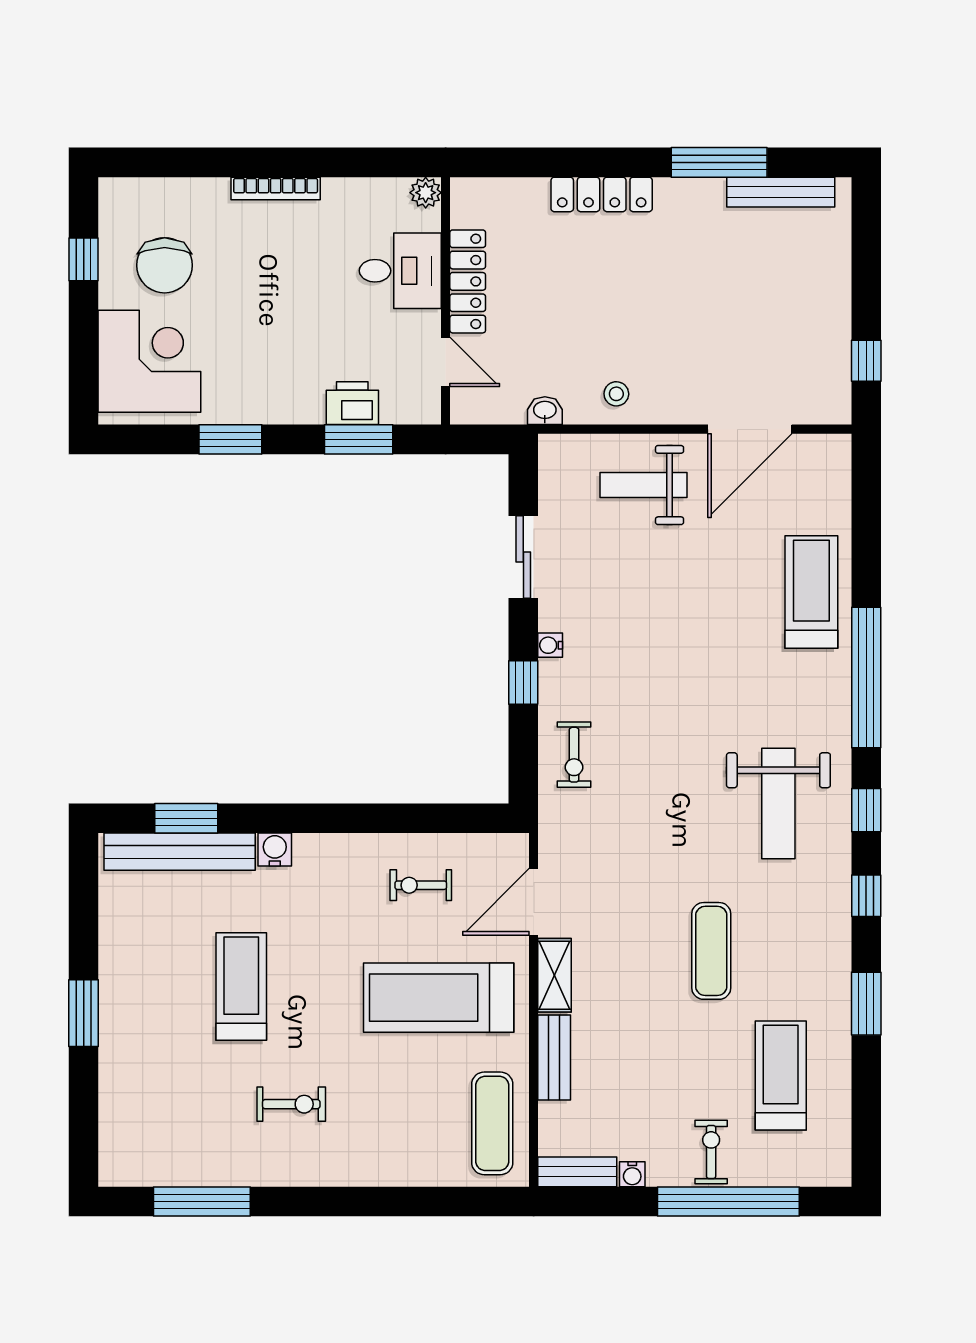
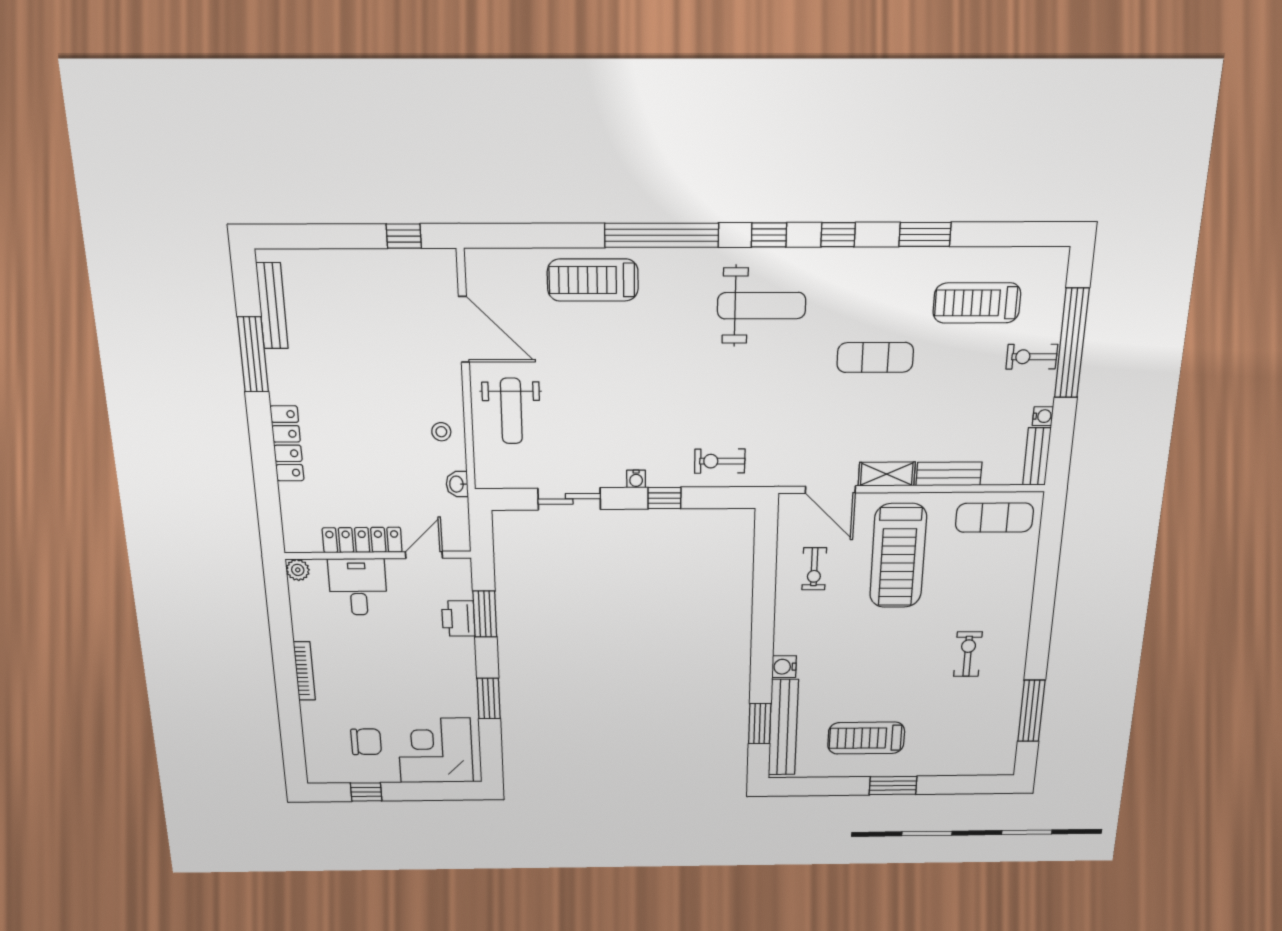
chair: (165, 265) -> (366, 742), width x0.73, depth x0.73
exercise bike: (574, 755) -> (720, 461), turned 180
treadmill: (241, 986) -> (866, 738), moved

